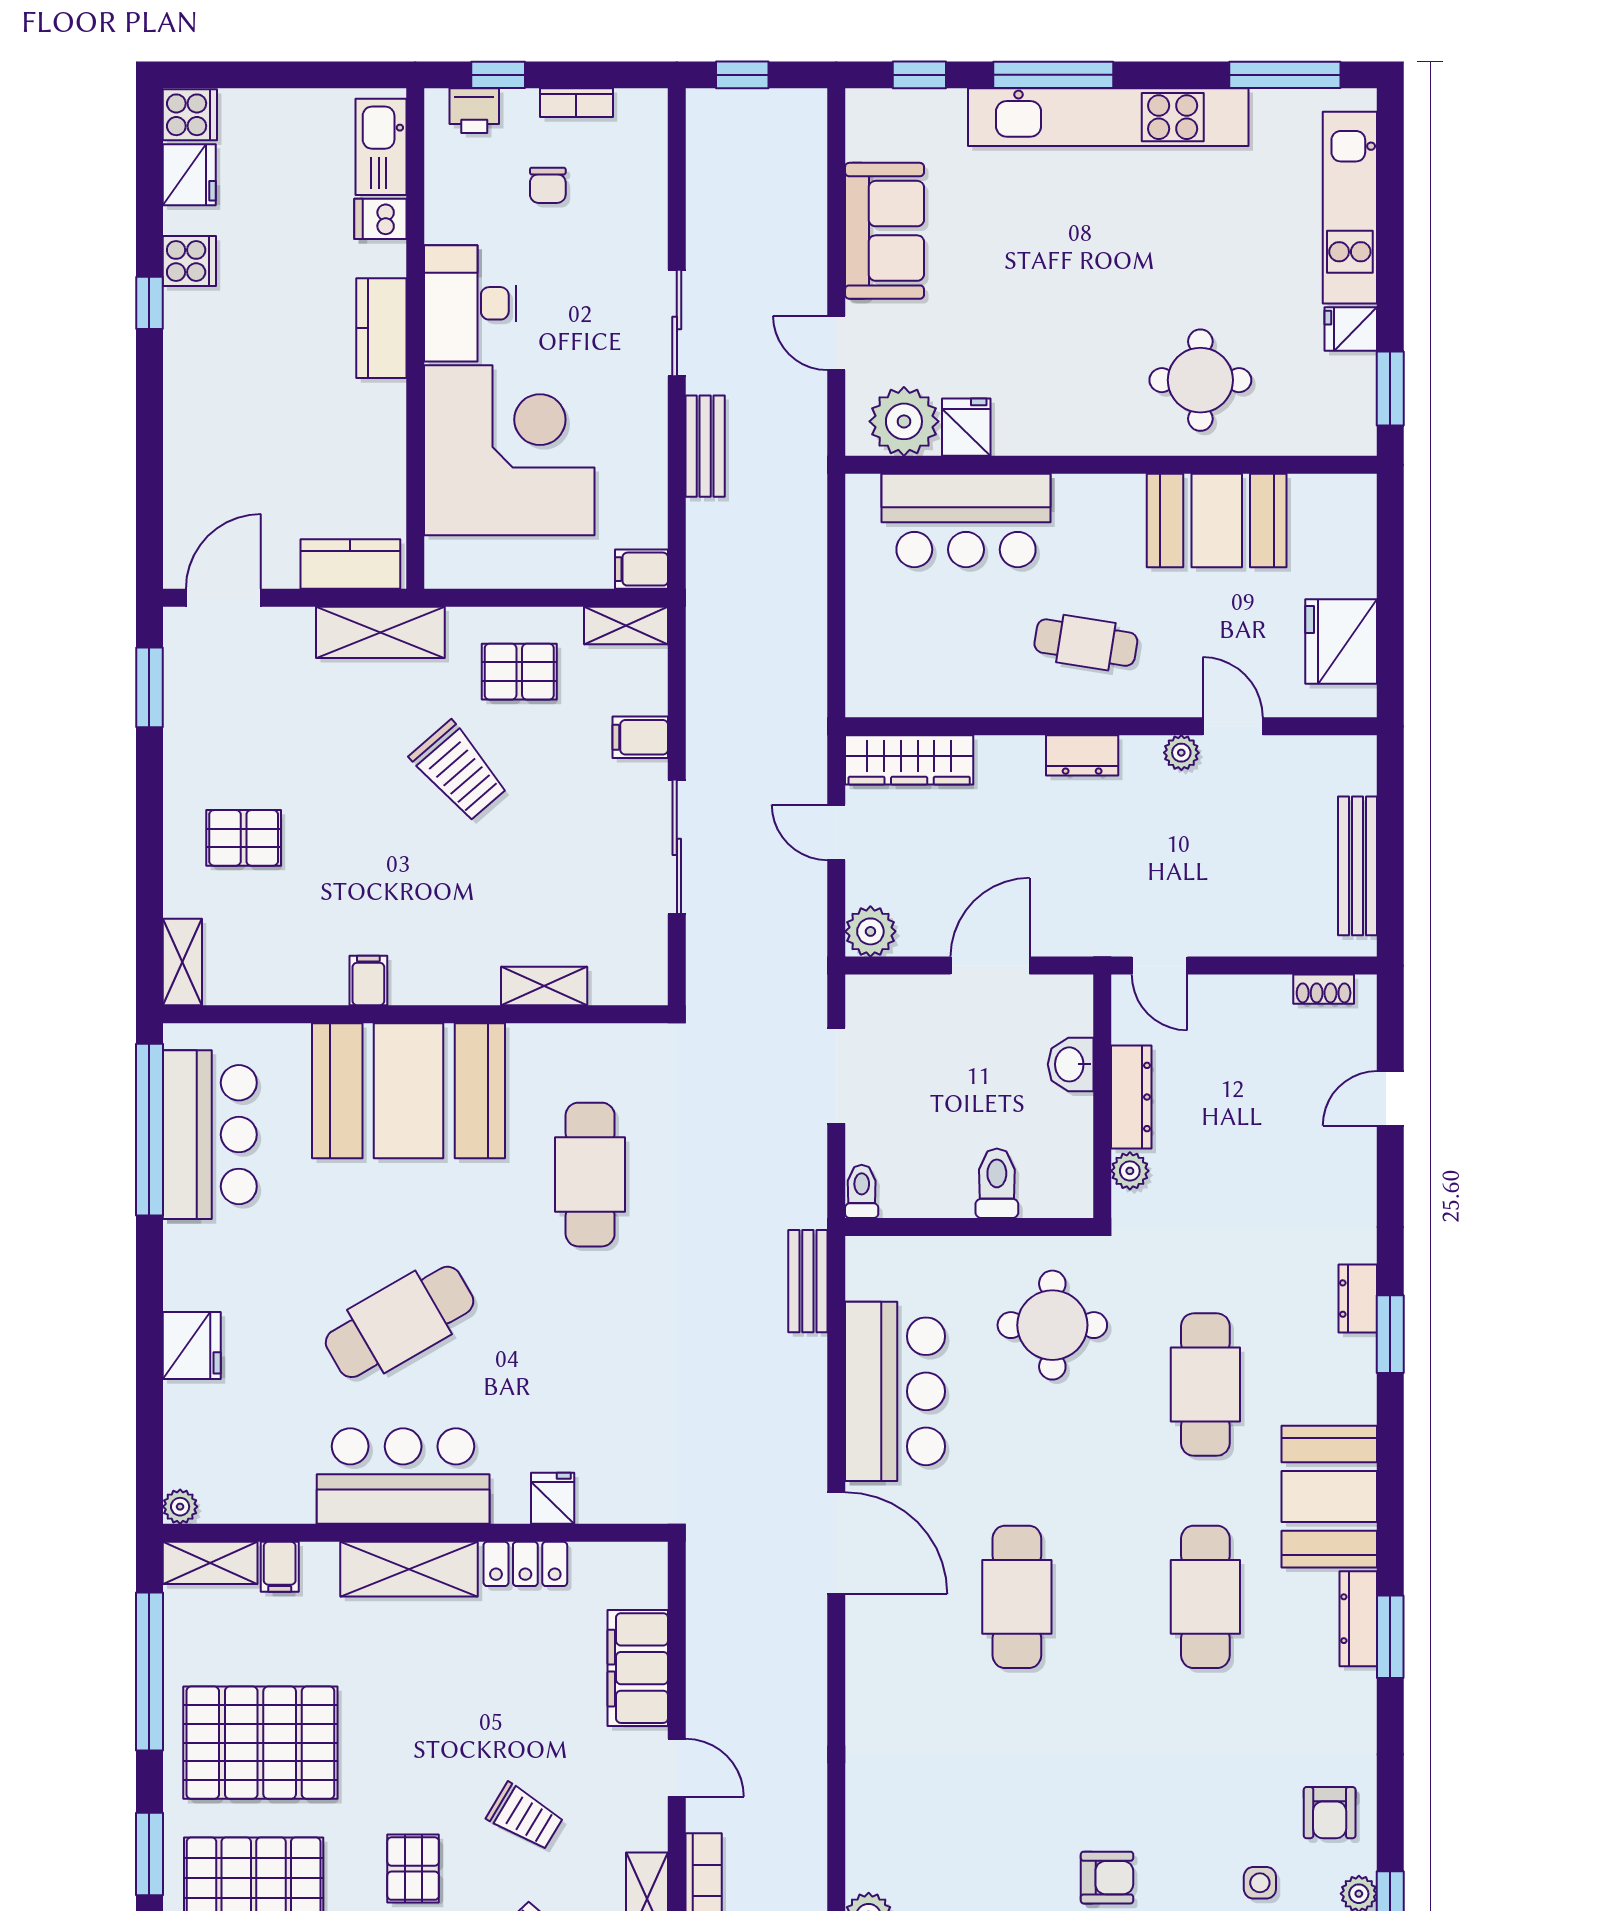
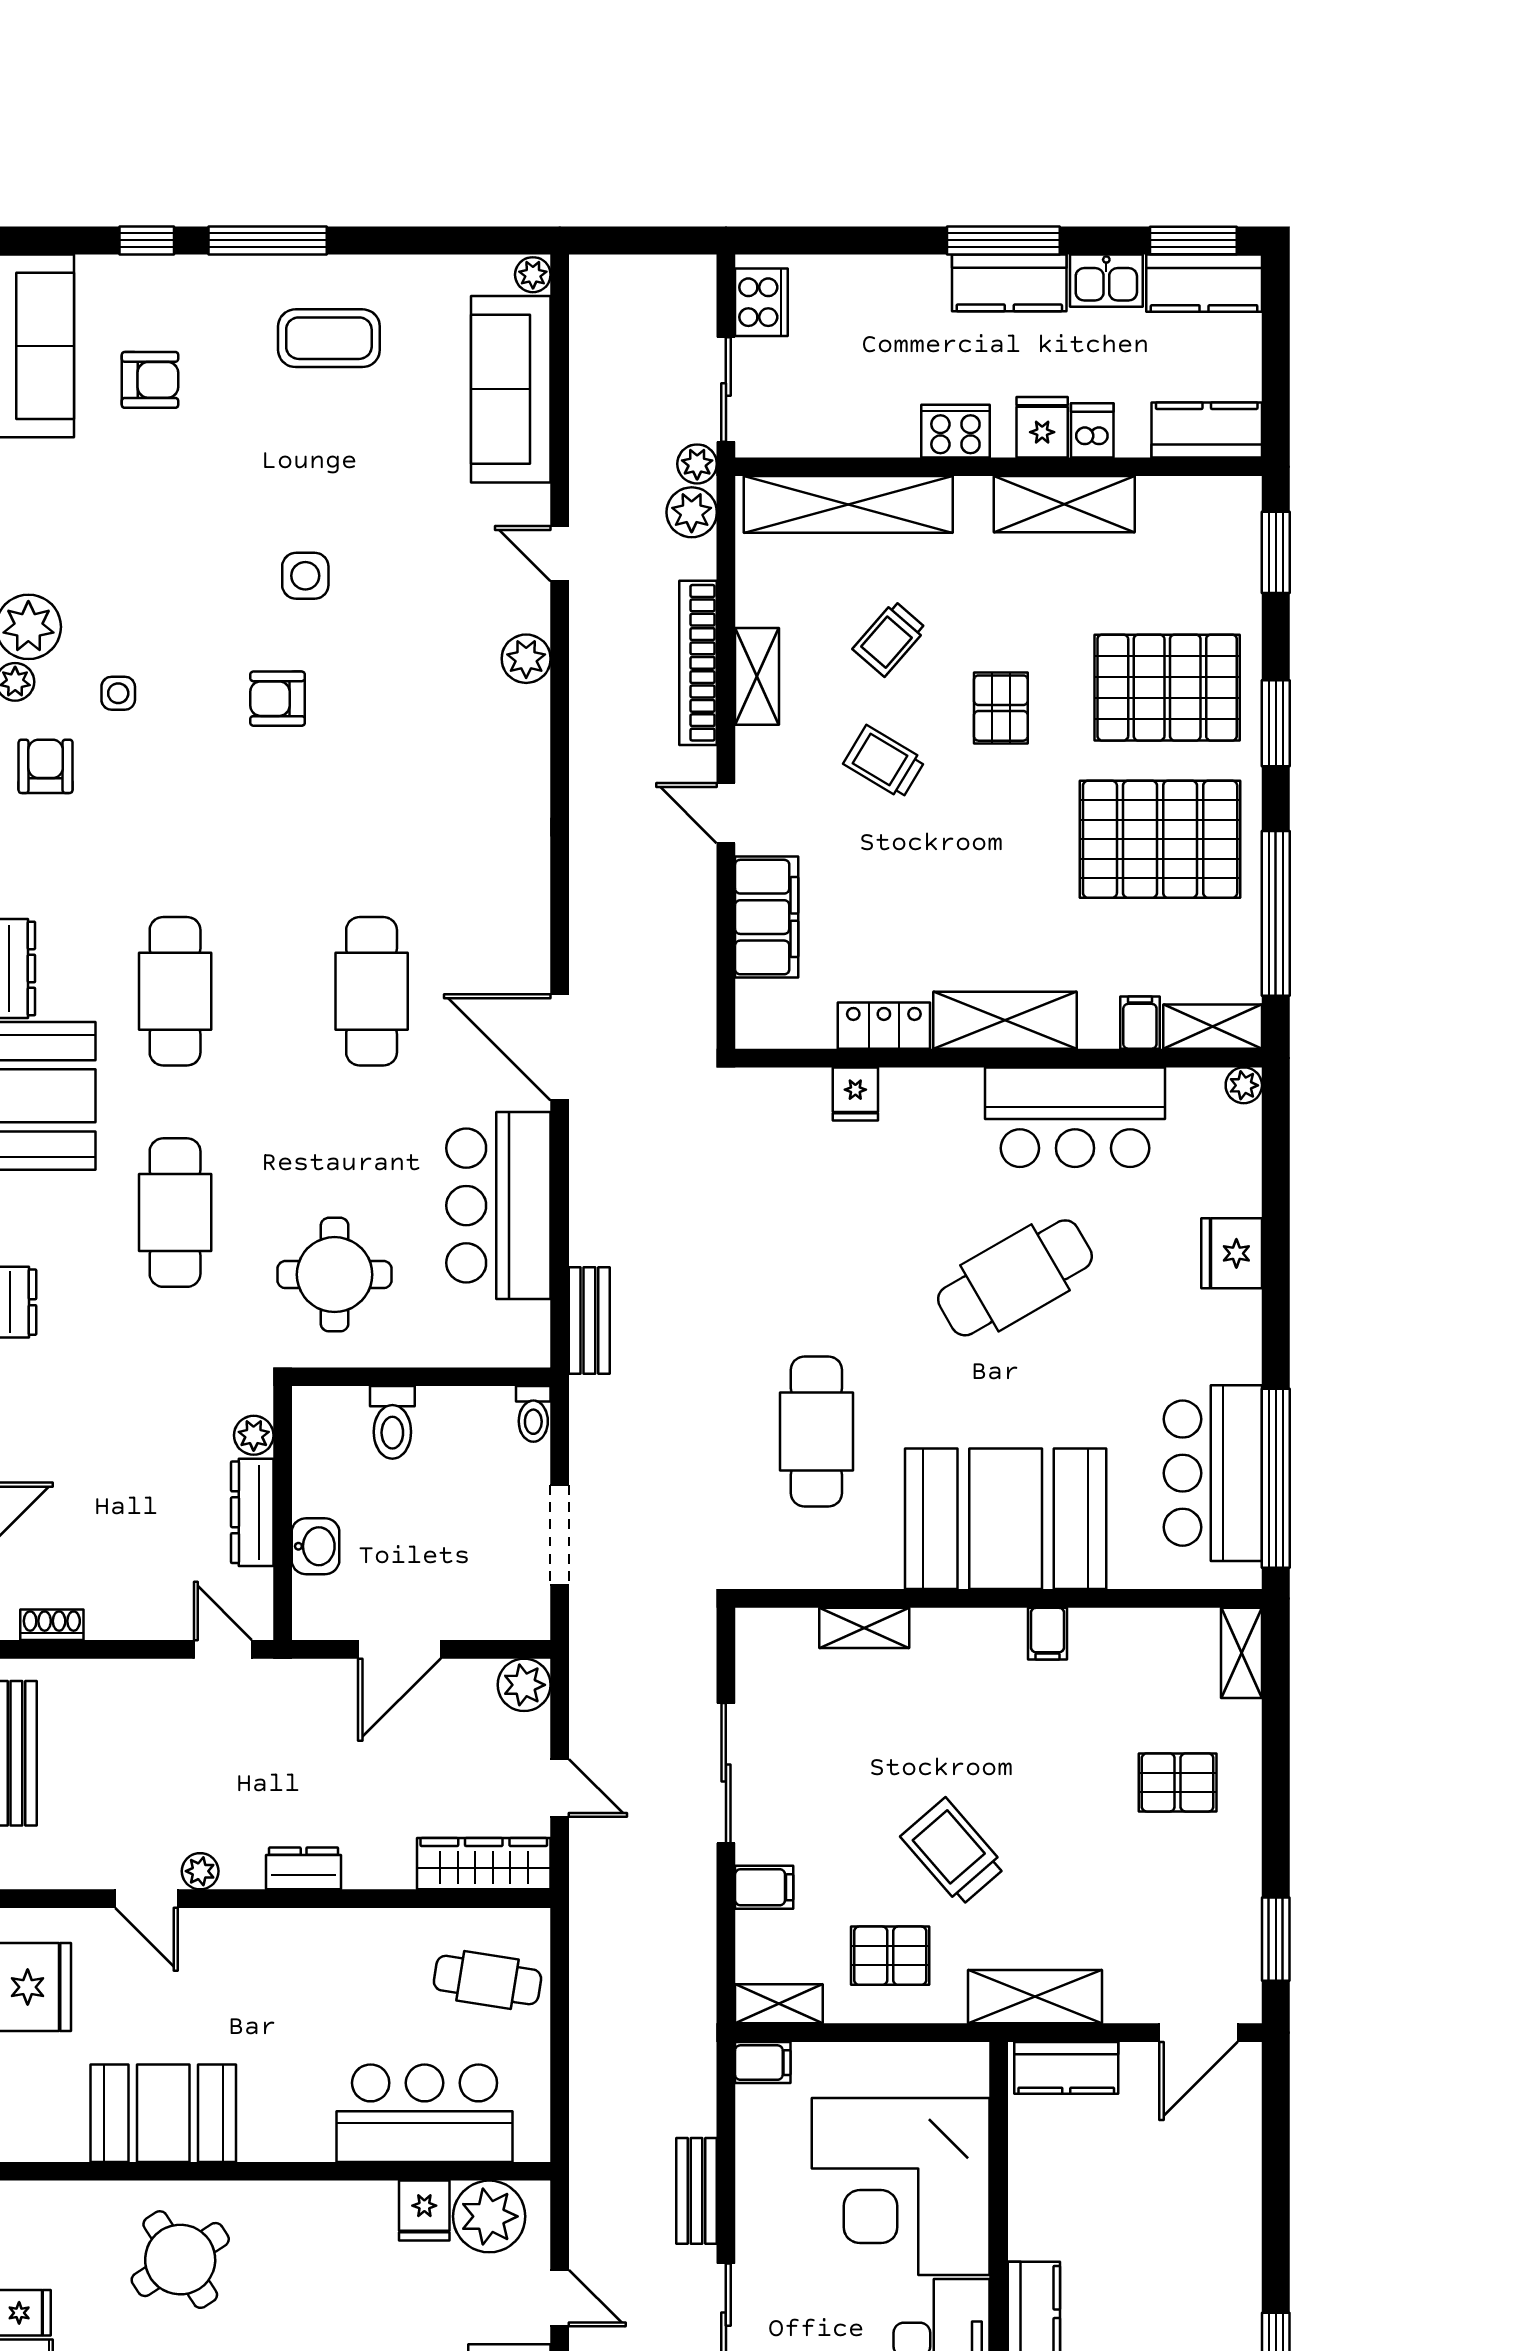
round table: (1200, 380) -> (180, 2260), turned -33
cafe table: (1086, 643) -> (487, 1980), moved
bar counter: (403, 1476) -> (1075, 1117), moved

